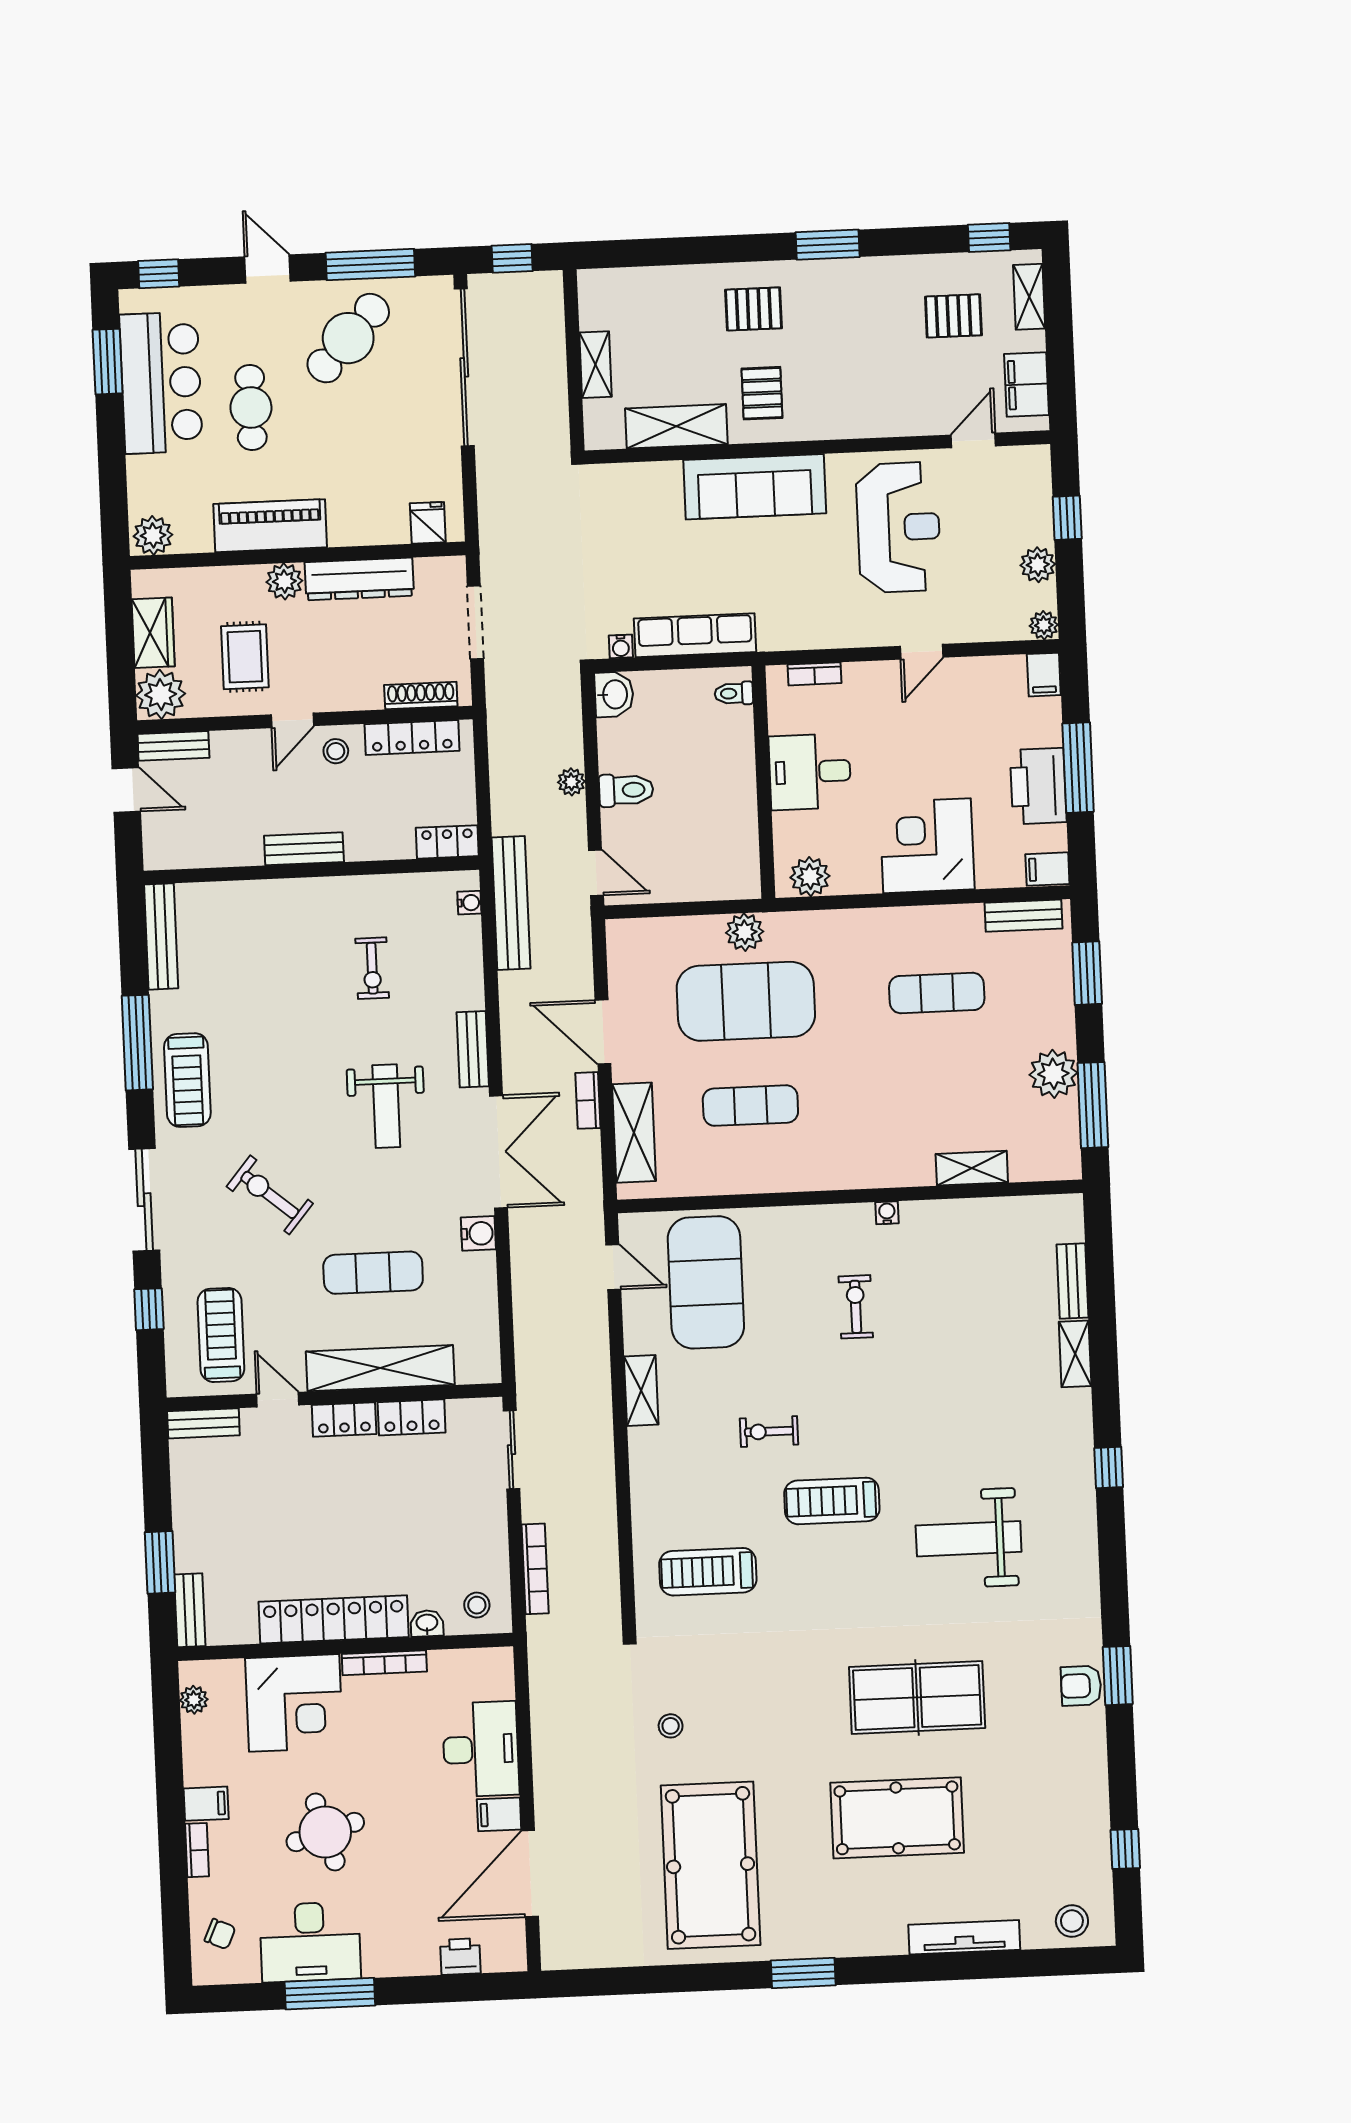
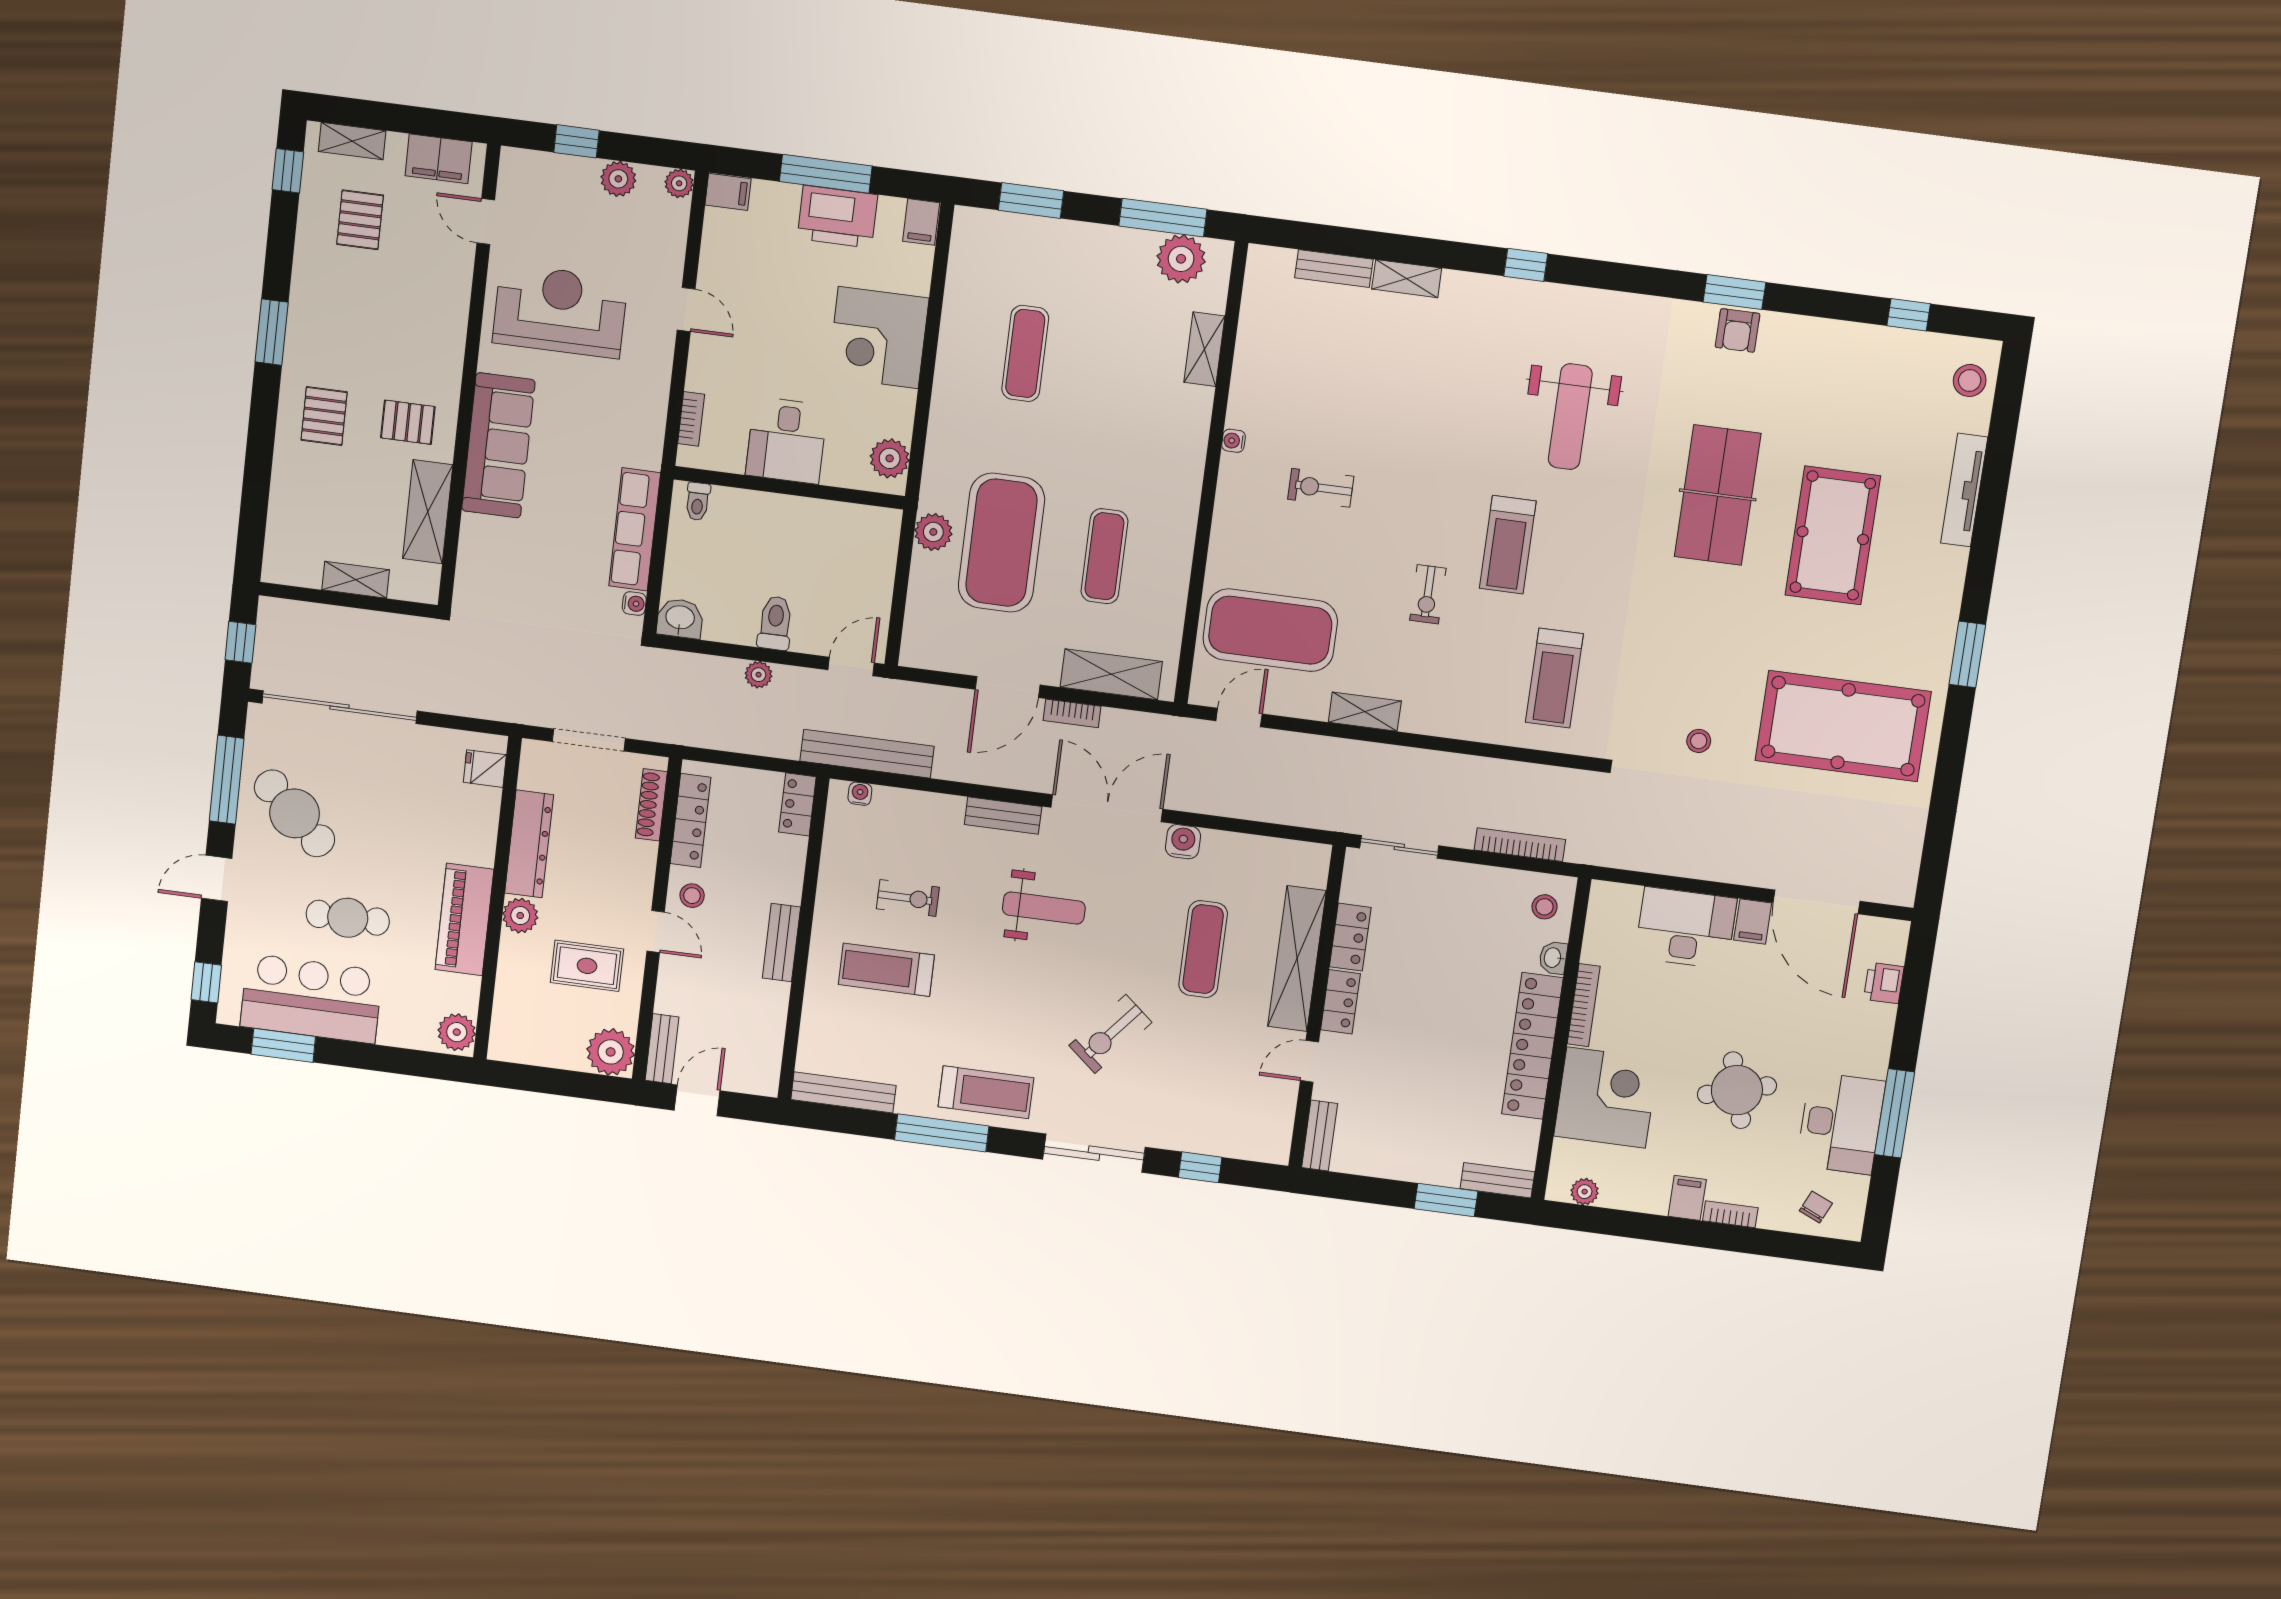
wardrobe: (153, 633) -> (550, 1048), removed
bench: (1023, 916) -> (963, 254), removed
plant: (1053, 1074) -> (1181, 259), moved
treadmill: (221, 1335) -> (886, 970), moved

